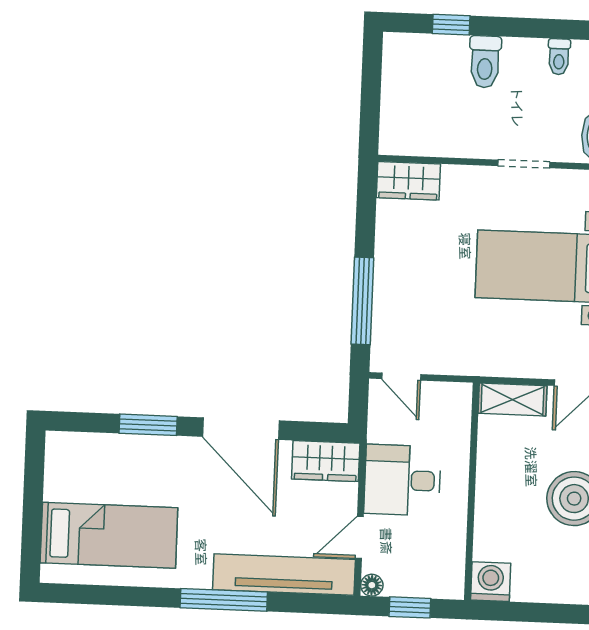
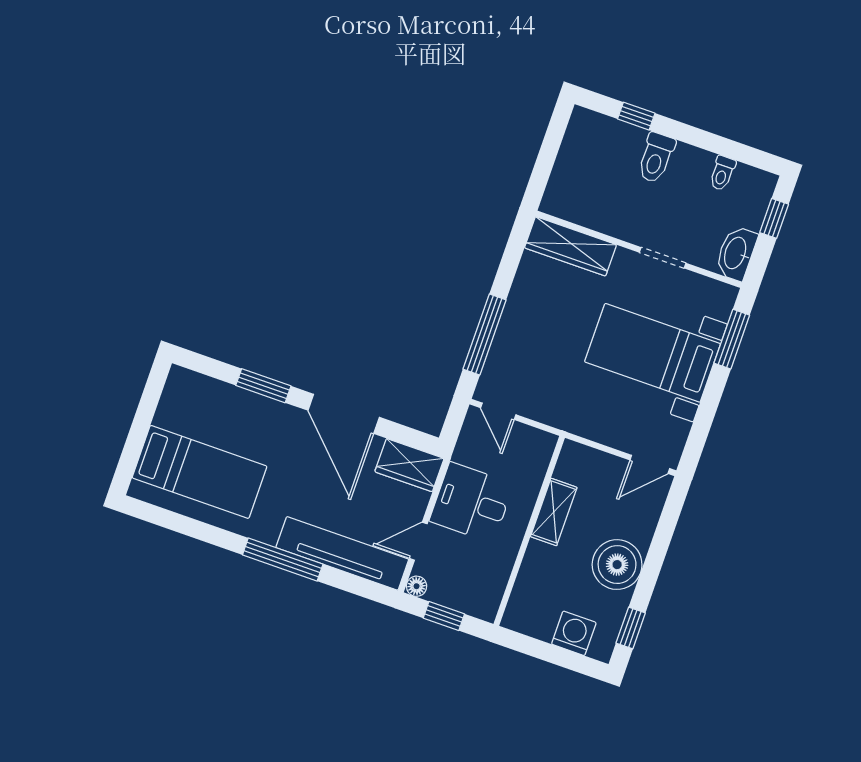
wardrobe: (408, 181) -> (571, 246), width x1.50
shelving: (512, 399) -> (554, 512), moved, turned 90
washing machine: (491, 582) -> (574, 633), moved

